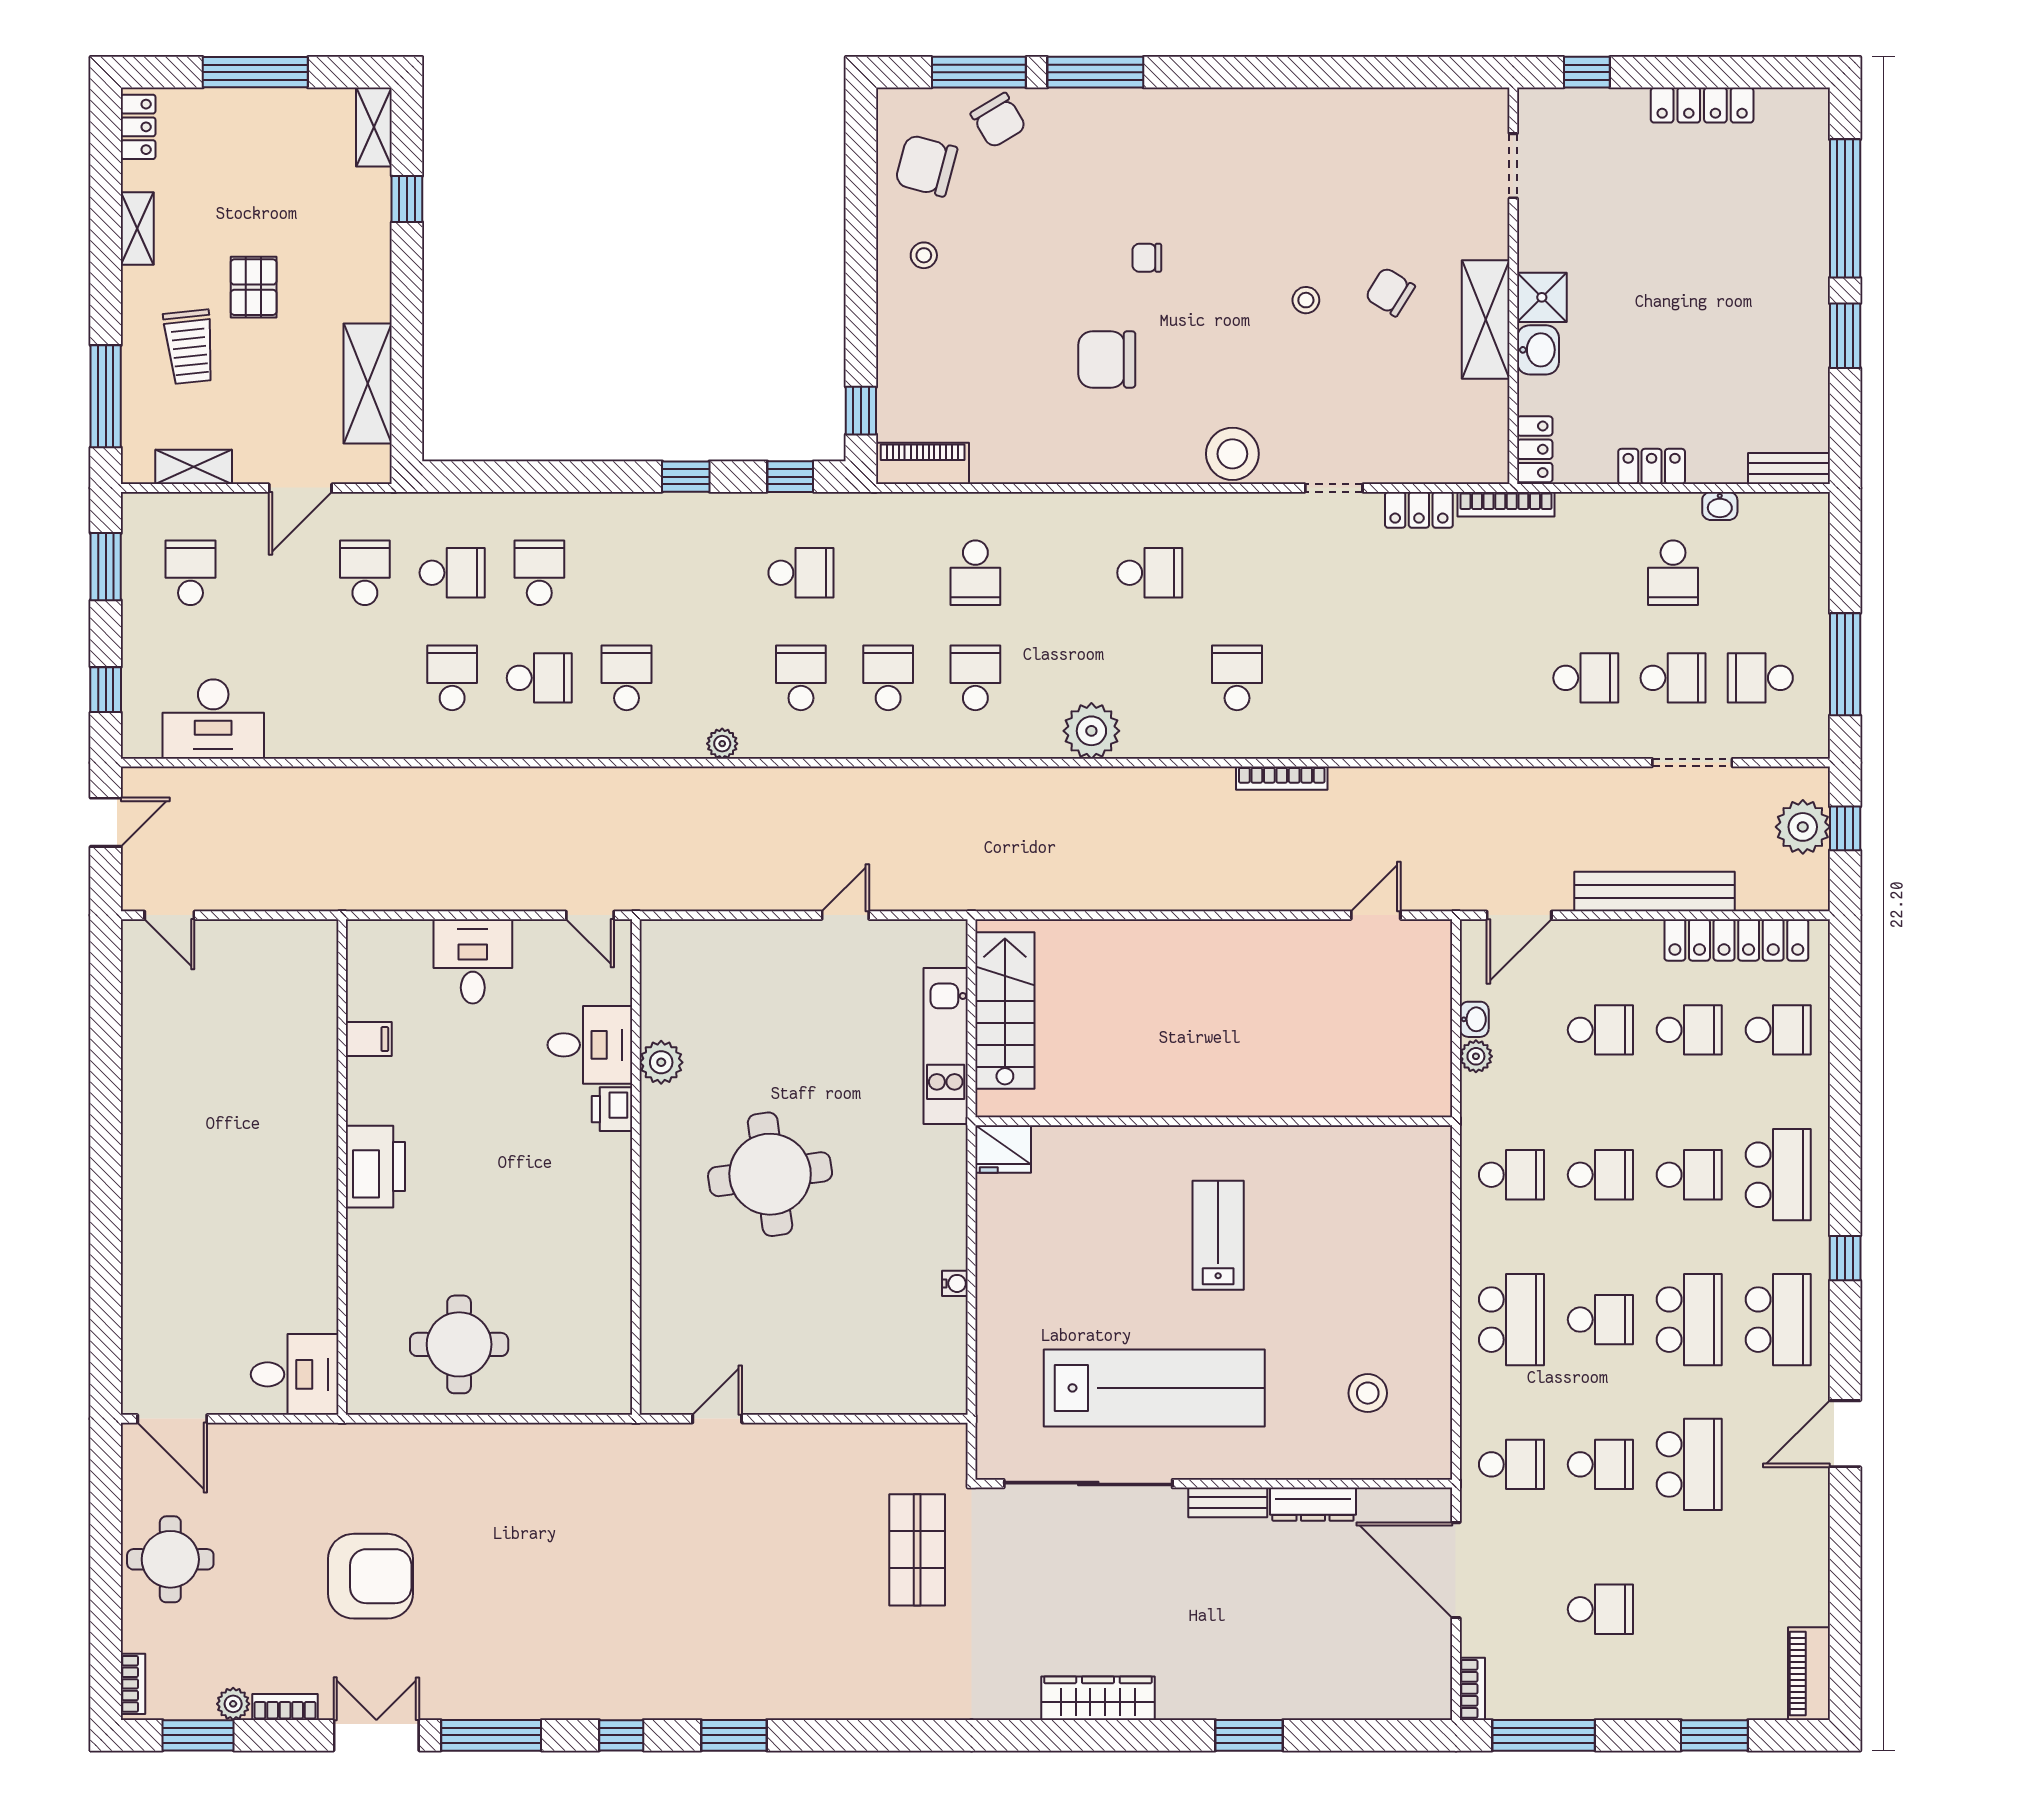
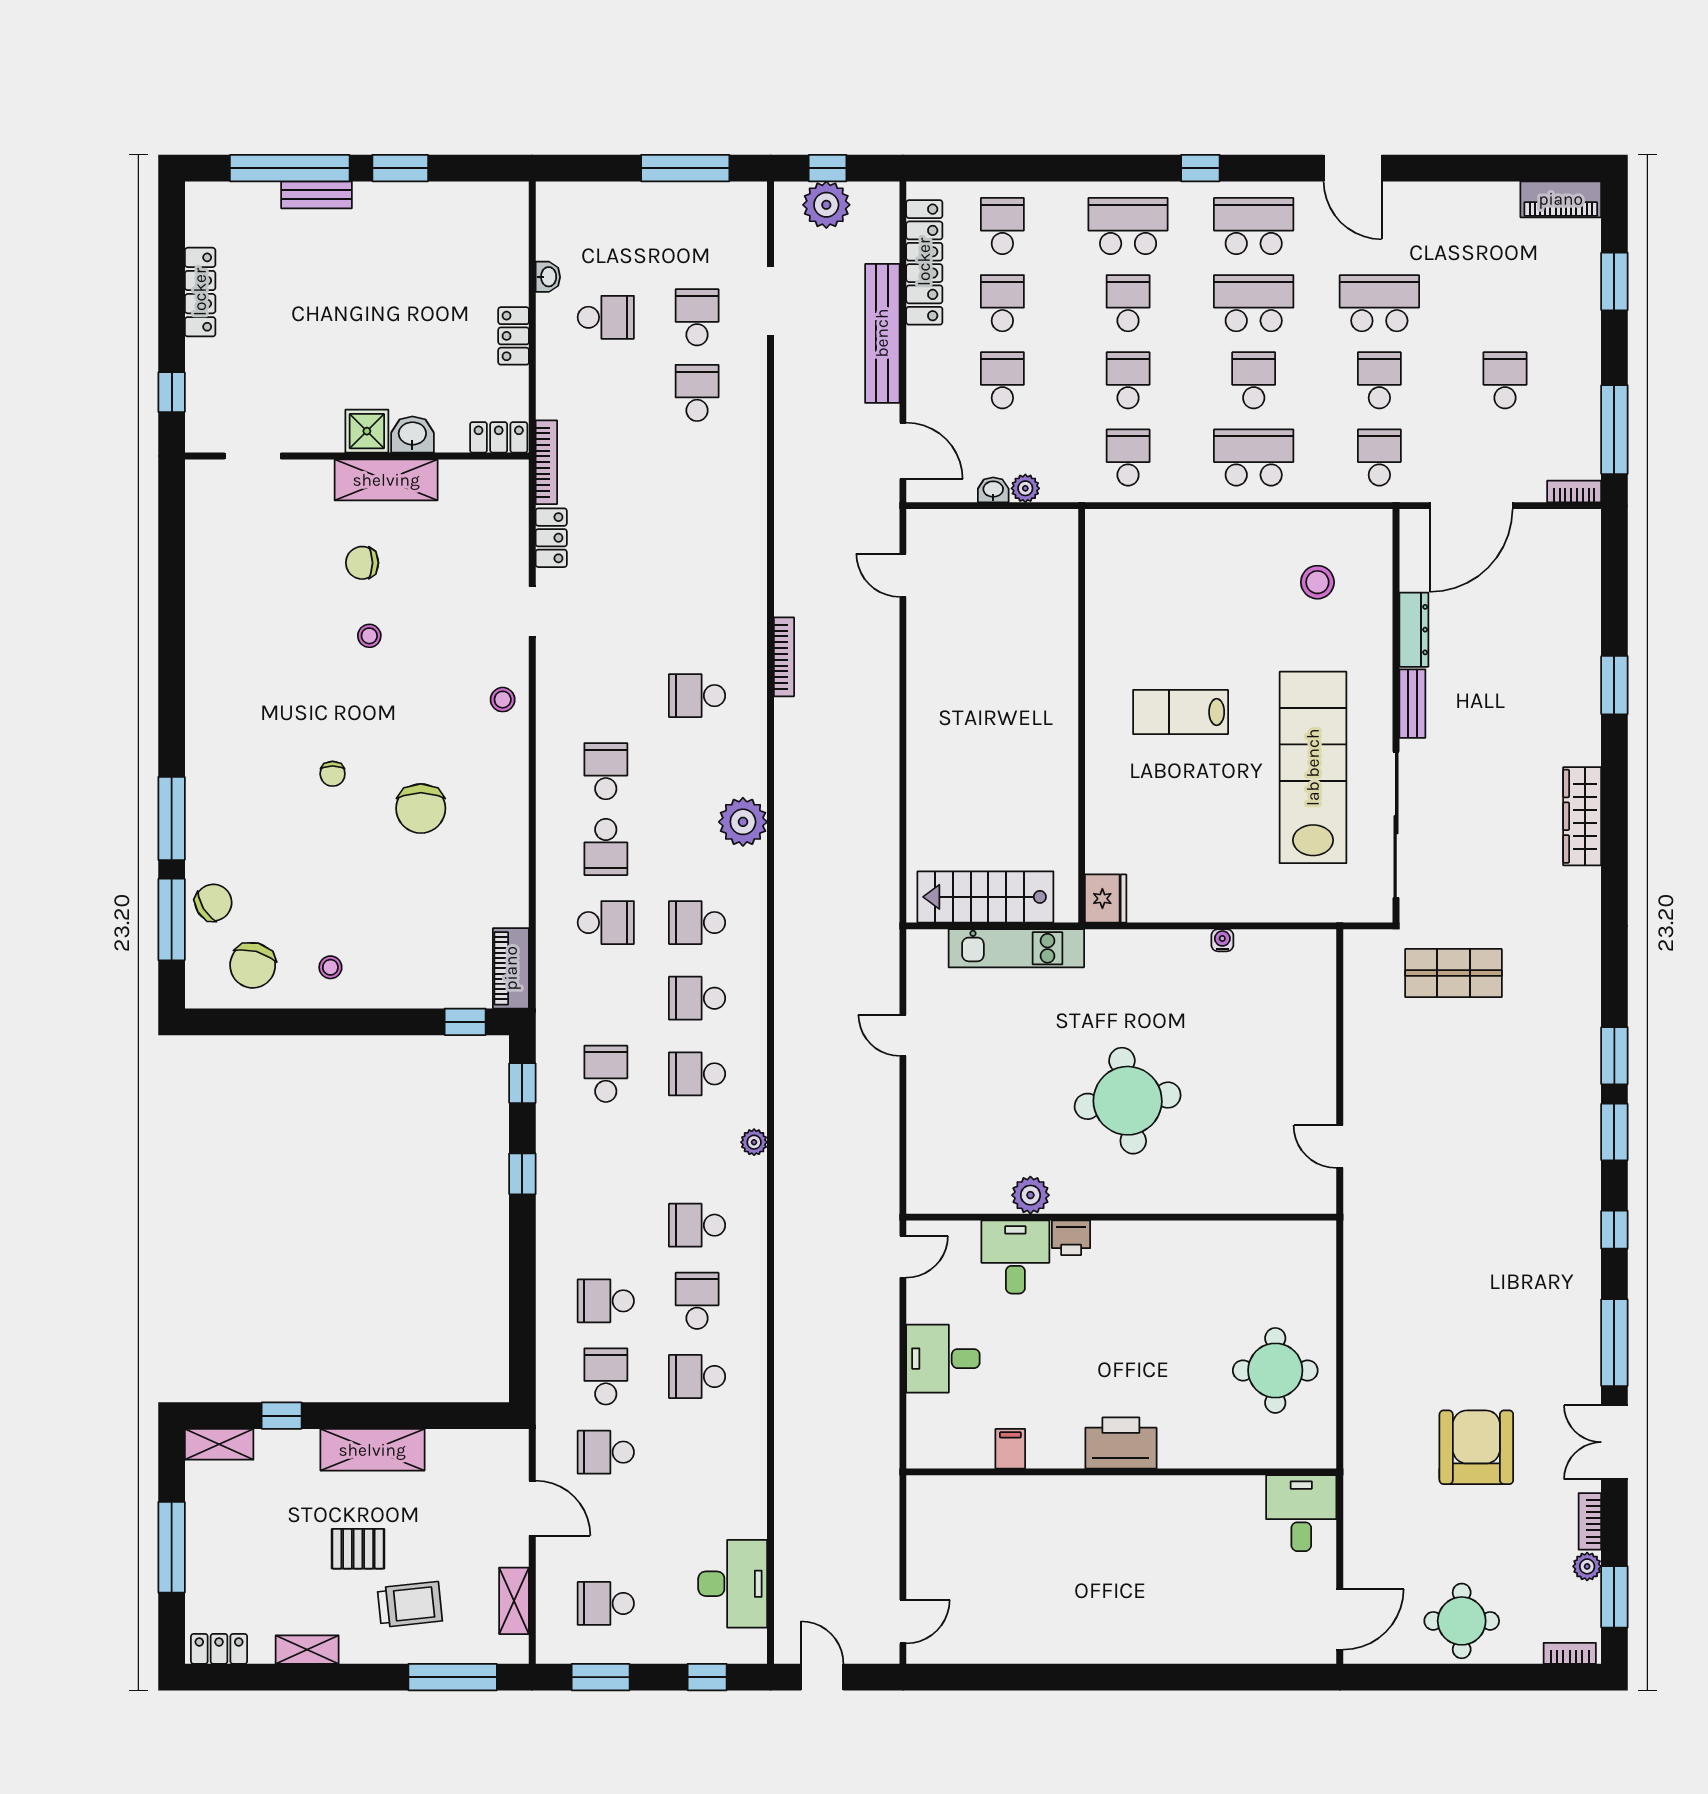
chair: (1390, 292) -> (362, 563), turned 58
shelving: (368, 384) -> (372, 1450), moved
stool: (1232, 454) -> (503, 700), width x0.53, depth x0.53
bench: (1789, 469) -> (316, 195), moved, turned 90
school desk: (1760, 678) -> (606, 847), moved
window: (822, 1735) -> (1614, 1056), added

